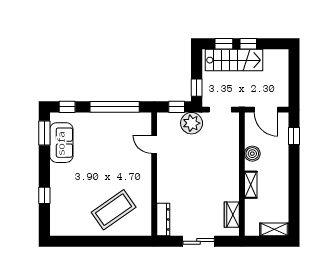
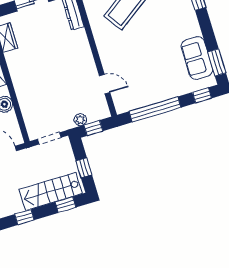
window: (248, 44) -> (24, 217), moved
window: (197, 88) -> (84, 168), moved
plant: (192, 123) -> (80, 120), width x0.53, depth x0.53

